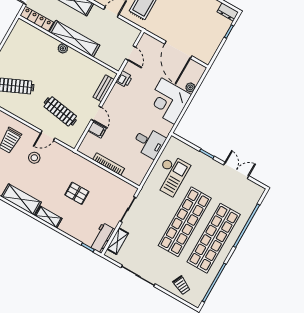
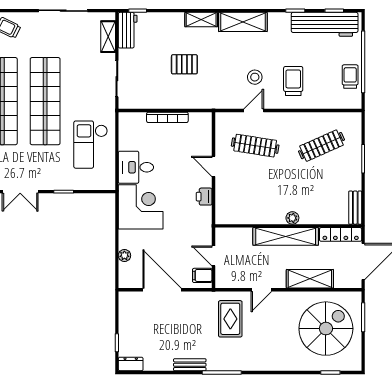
printer: (124, 79) -> (204, 197), moved
bench: (103, 88) -> (355, 208), moved
corner desk: (168, 101) -> (141, 207), moved
filing cabinet: (97, 130) -> (202, 275), moved

